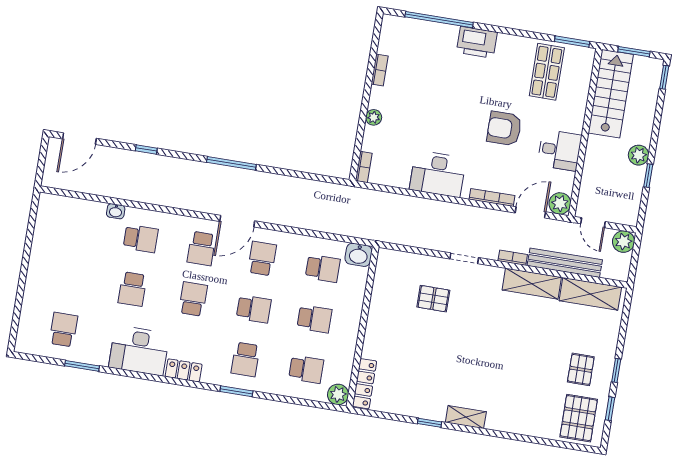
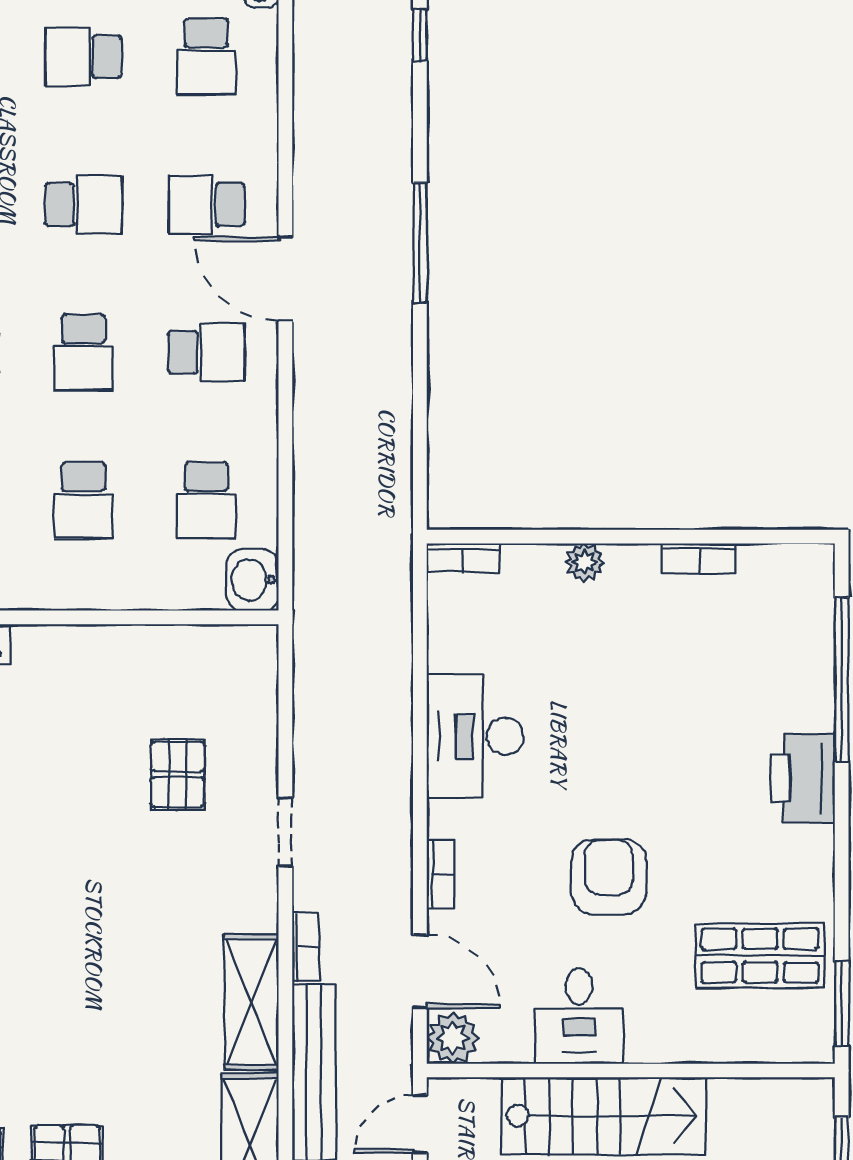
stairs: (611, 94) -> (604, 1116), moved
bookcase: (492, 197) -> (440, 874), width x0.64

